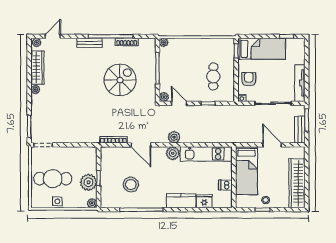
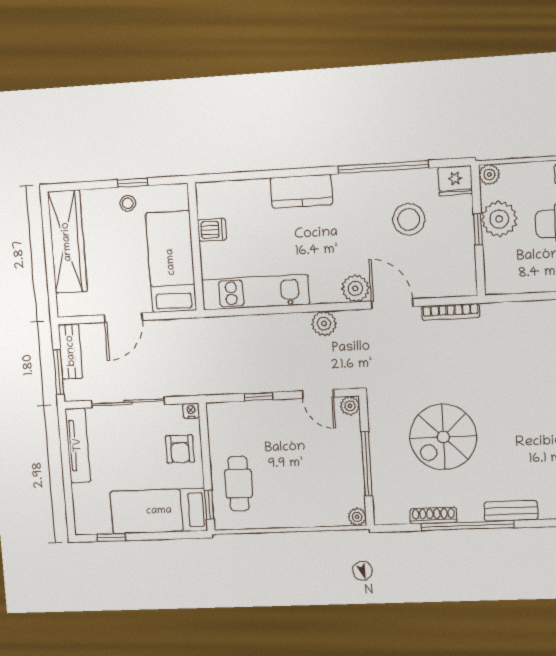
cafe table: (213, 76) -> (239, 484), moved
door: (272, 145) -> (123, 318), hinge flipped
plant: (173, 153) -> (355, 288), moved
fridge: (204, 201) -> (455, 181), moved

